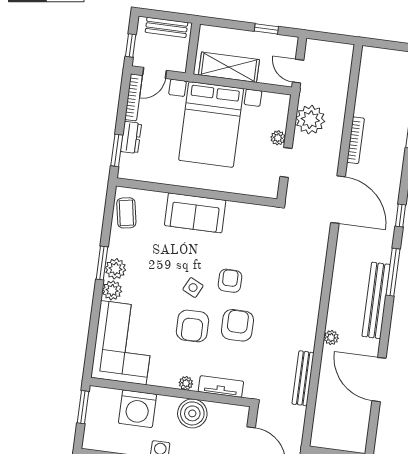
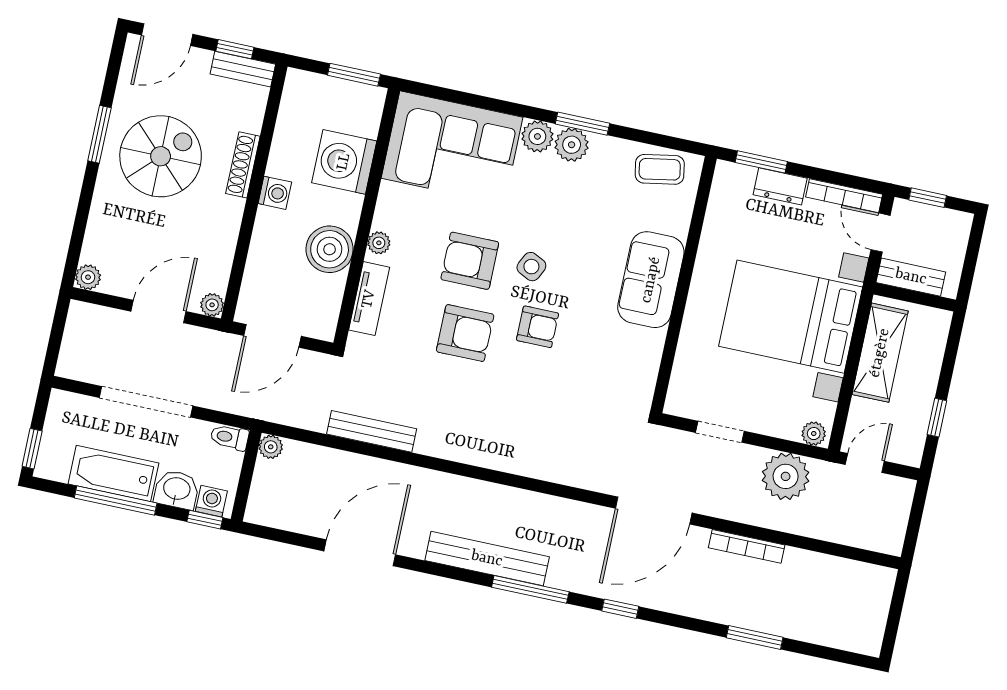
bench: (166, 27) -> (911, 277), moved, turned 90
plant: (278, 138) -> (814, 434), moved
plant: (331, 338) -> (271, 447), moved

